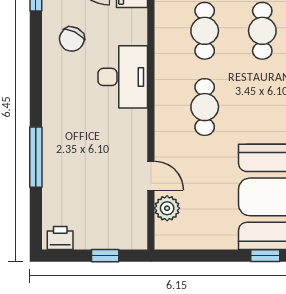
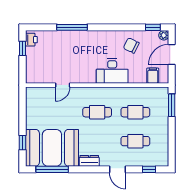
plant: (167, 208) -> (46, 93), removed
window: (105, 256) -> (23, 48), moved

